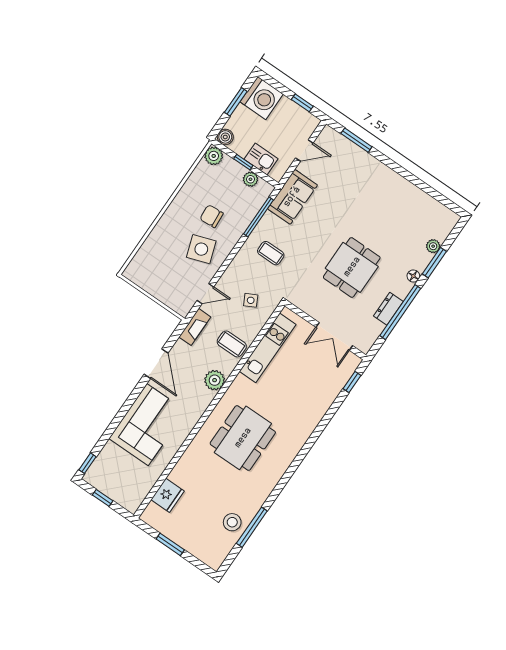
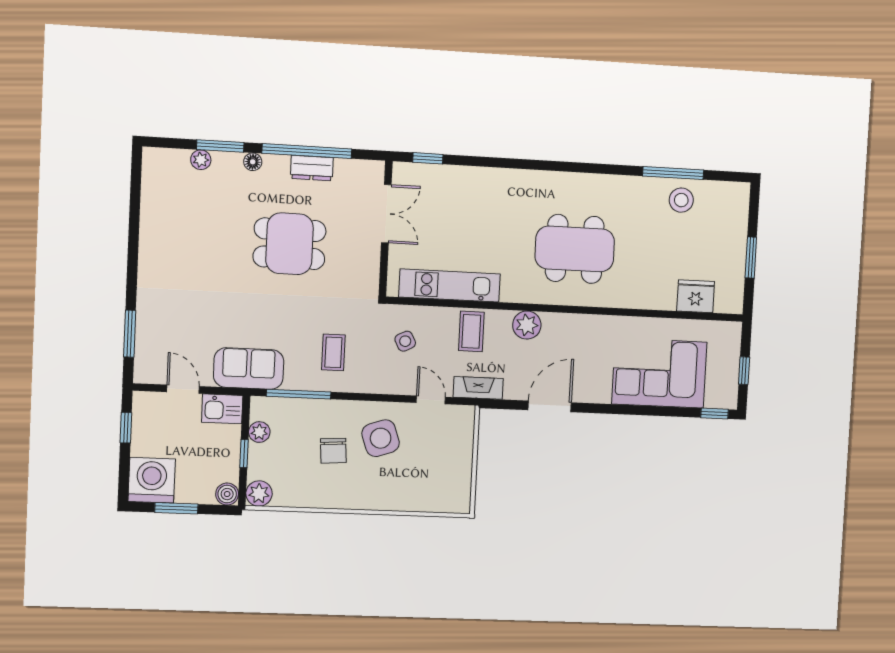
kitchen sink: (261, 159) -> (222, 409), moved, turned -90
corner sofa: (147, 425) -> (659, 373), moved

